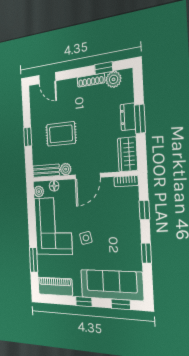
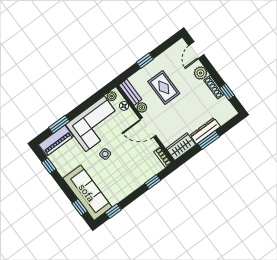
plant: (114, 79) -> (200, 73), moved
dresser: (128, 117) -> (205, 131), width x1.44
window: (146, 253) -> (113, 211), moved
piano: (55, 286) -> (56, 141), moved, turned 90
window: (84, 302) -> (49, 166), moved

